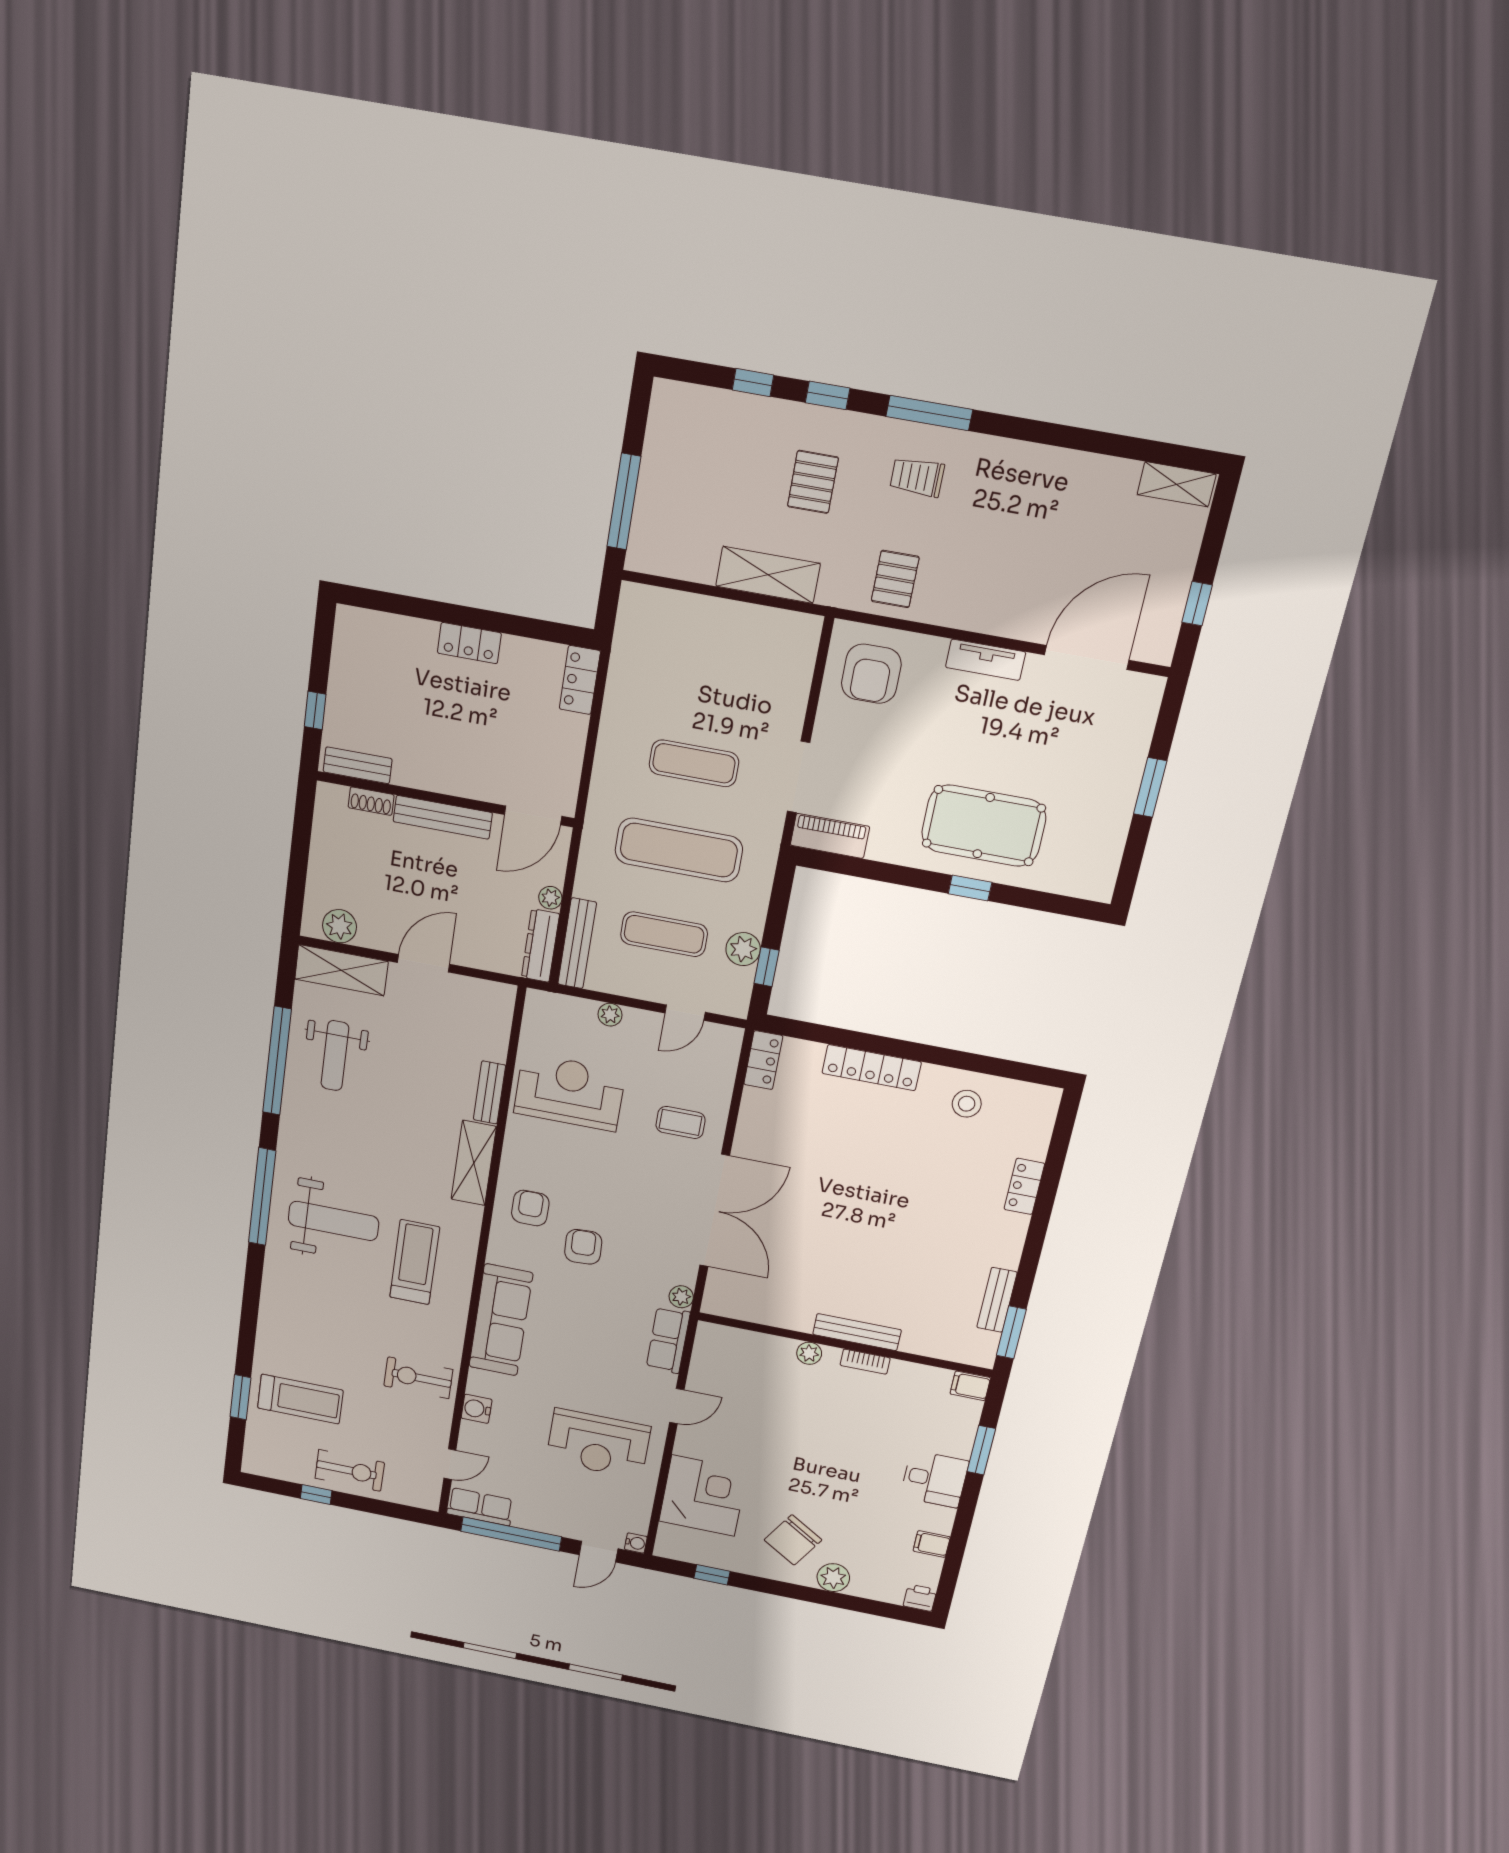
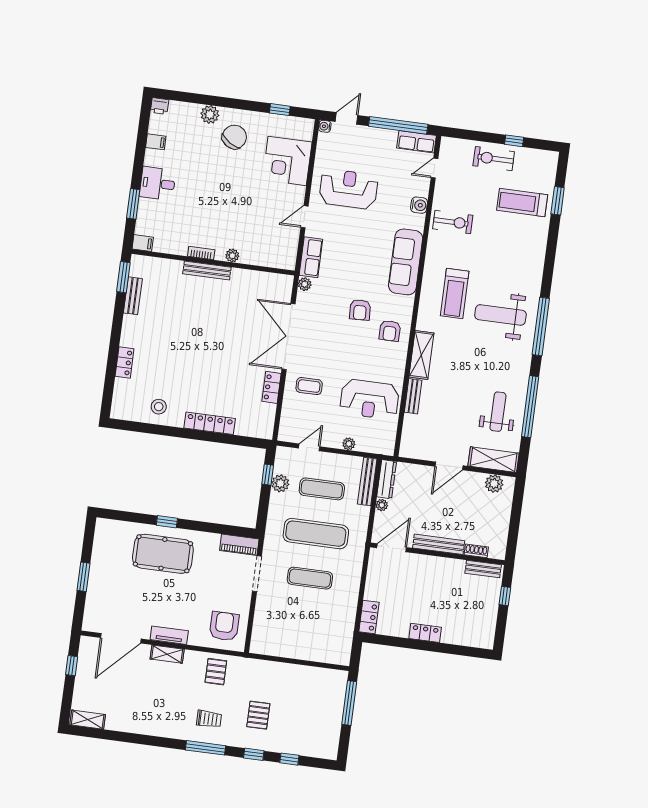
shelving: (768, 575) -> (167, 654), moved, width x0.67, depth x0.75
locker: (763, 1060) -> (272, 387), moved

